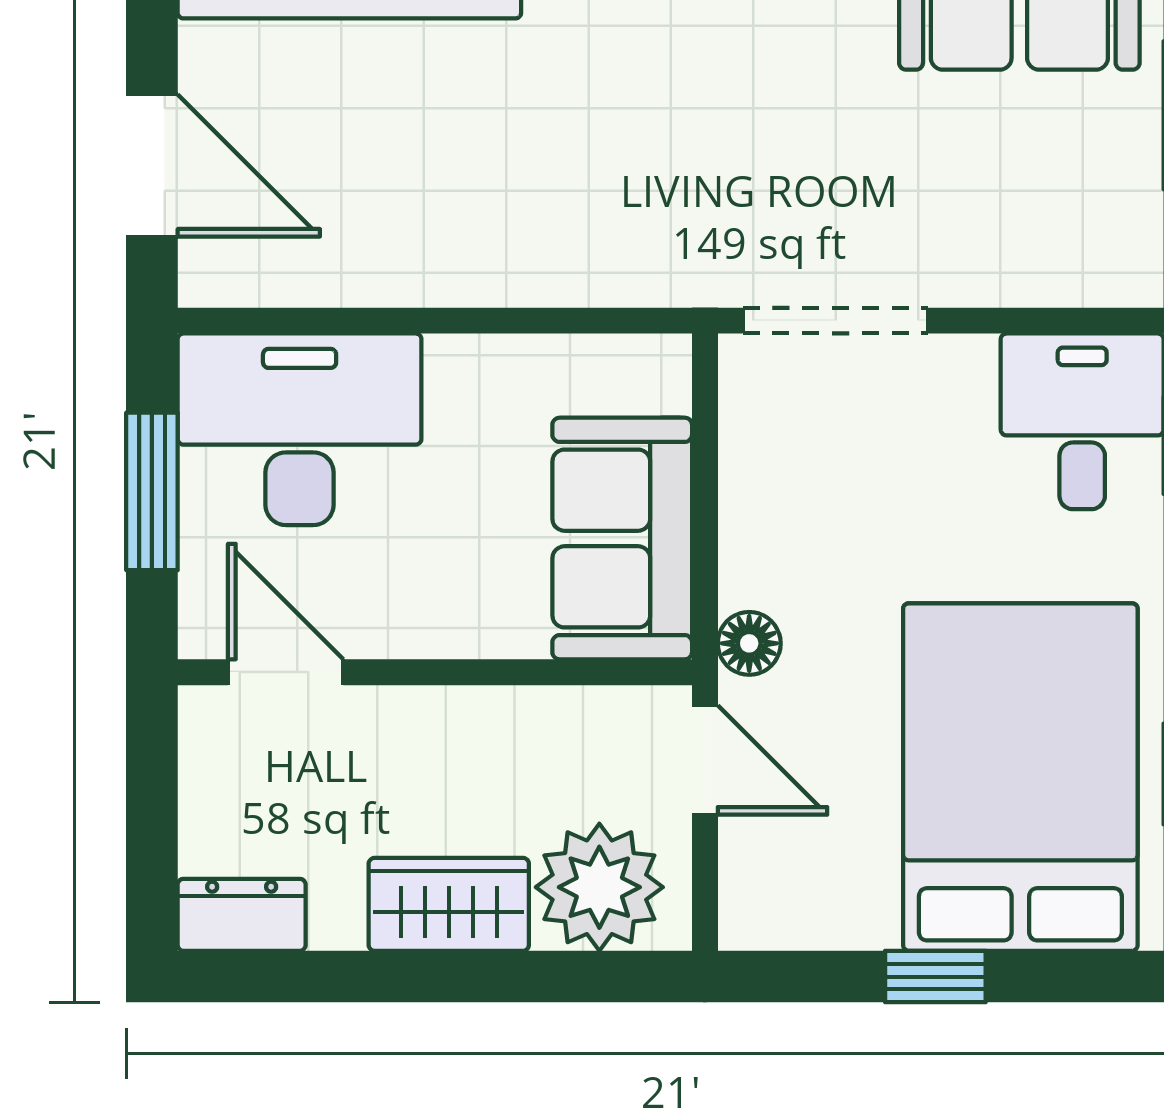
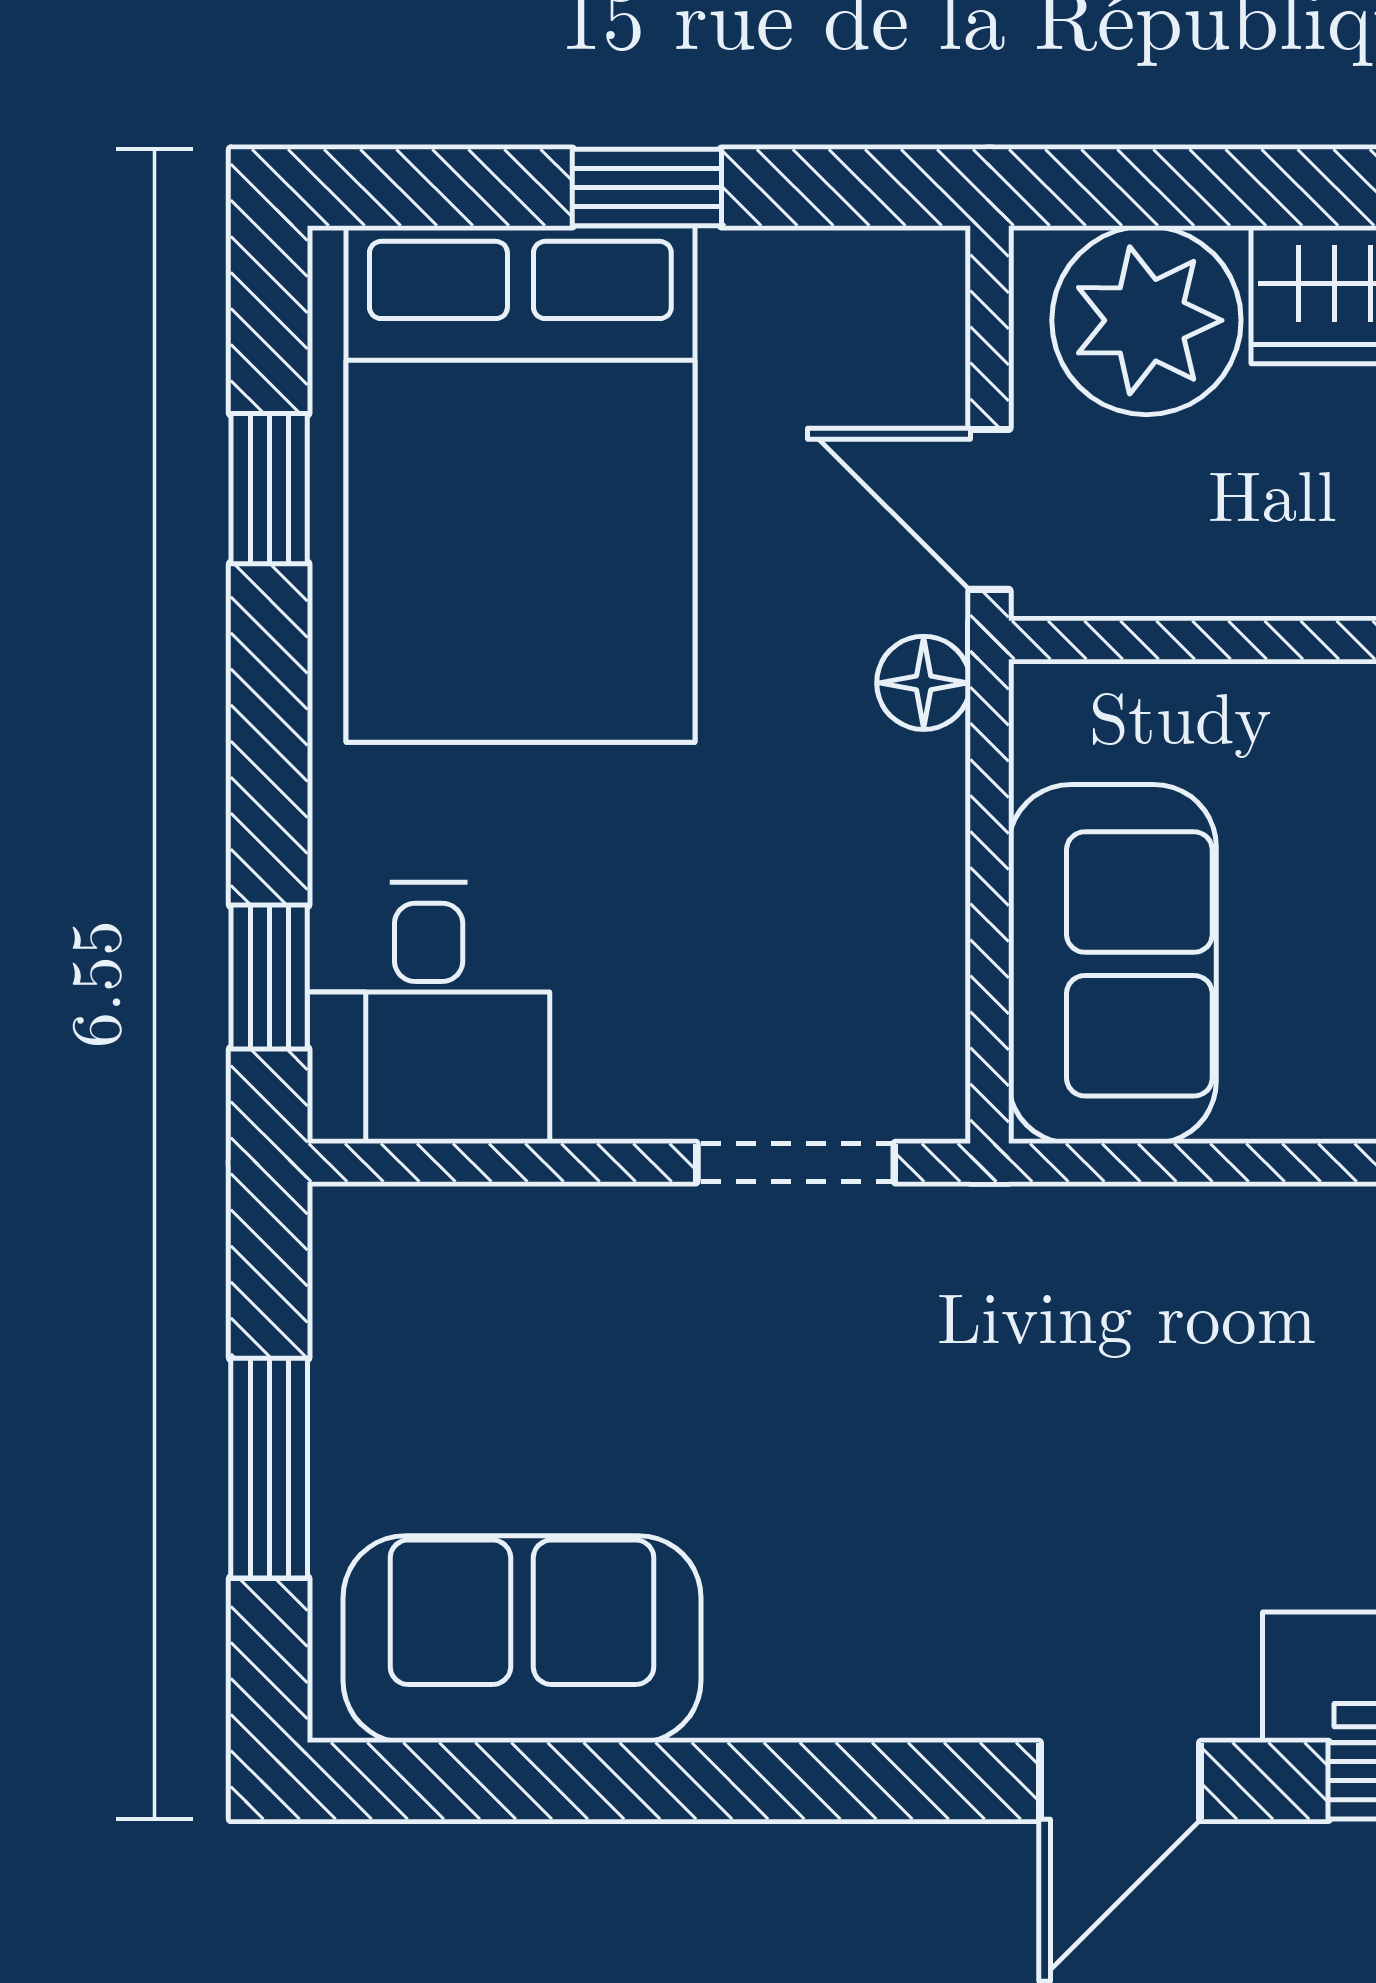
doorway: (835, 321) -> (796, 1163), width x0.73
sofa: (622, 539) -> (1112, 964), moved

